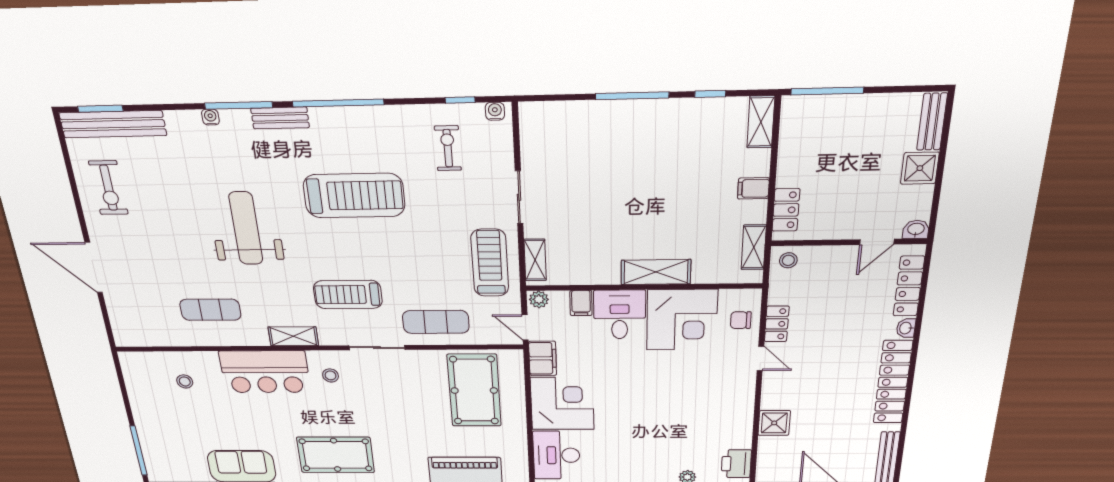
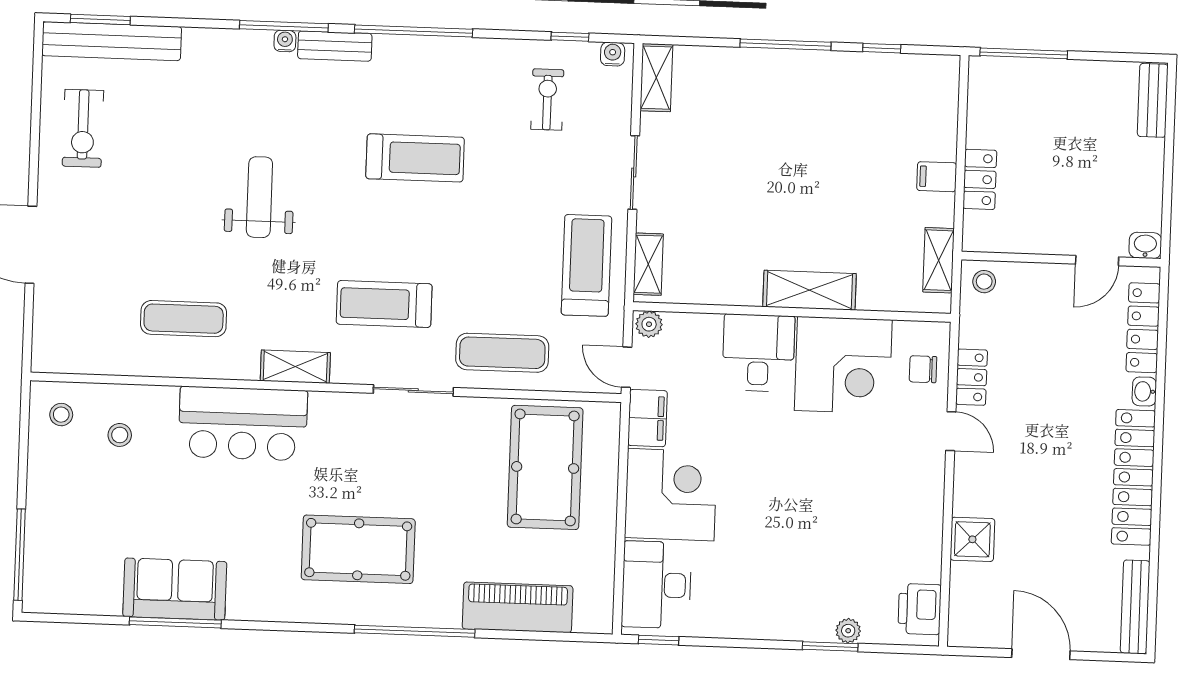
water cooler: (210, 117) -> (285, 41), moved
shelving: (761, 122) -> (656, 78), moved
shower: (920, 168) -> (1143, 161), removed
treadmill: (354, 196) -> (415, 158), width x0.73, depth x0.73
locker: (786, 210) -> (980, 179), moved
weight bench: (246, 228) -> (259, 197), width x0.73, depth x0.75
filing cabinet: (581, 303) -> (706, 333), removed
stool: (331, 375) -> (61, 415), moved
pool table: (336, 455) -> (358, 549), moved

